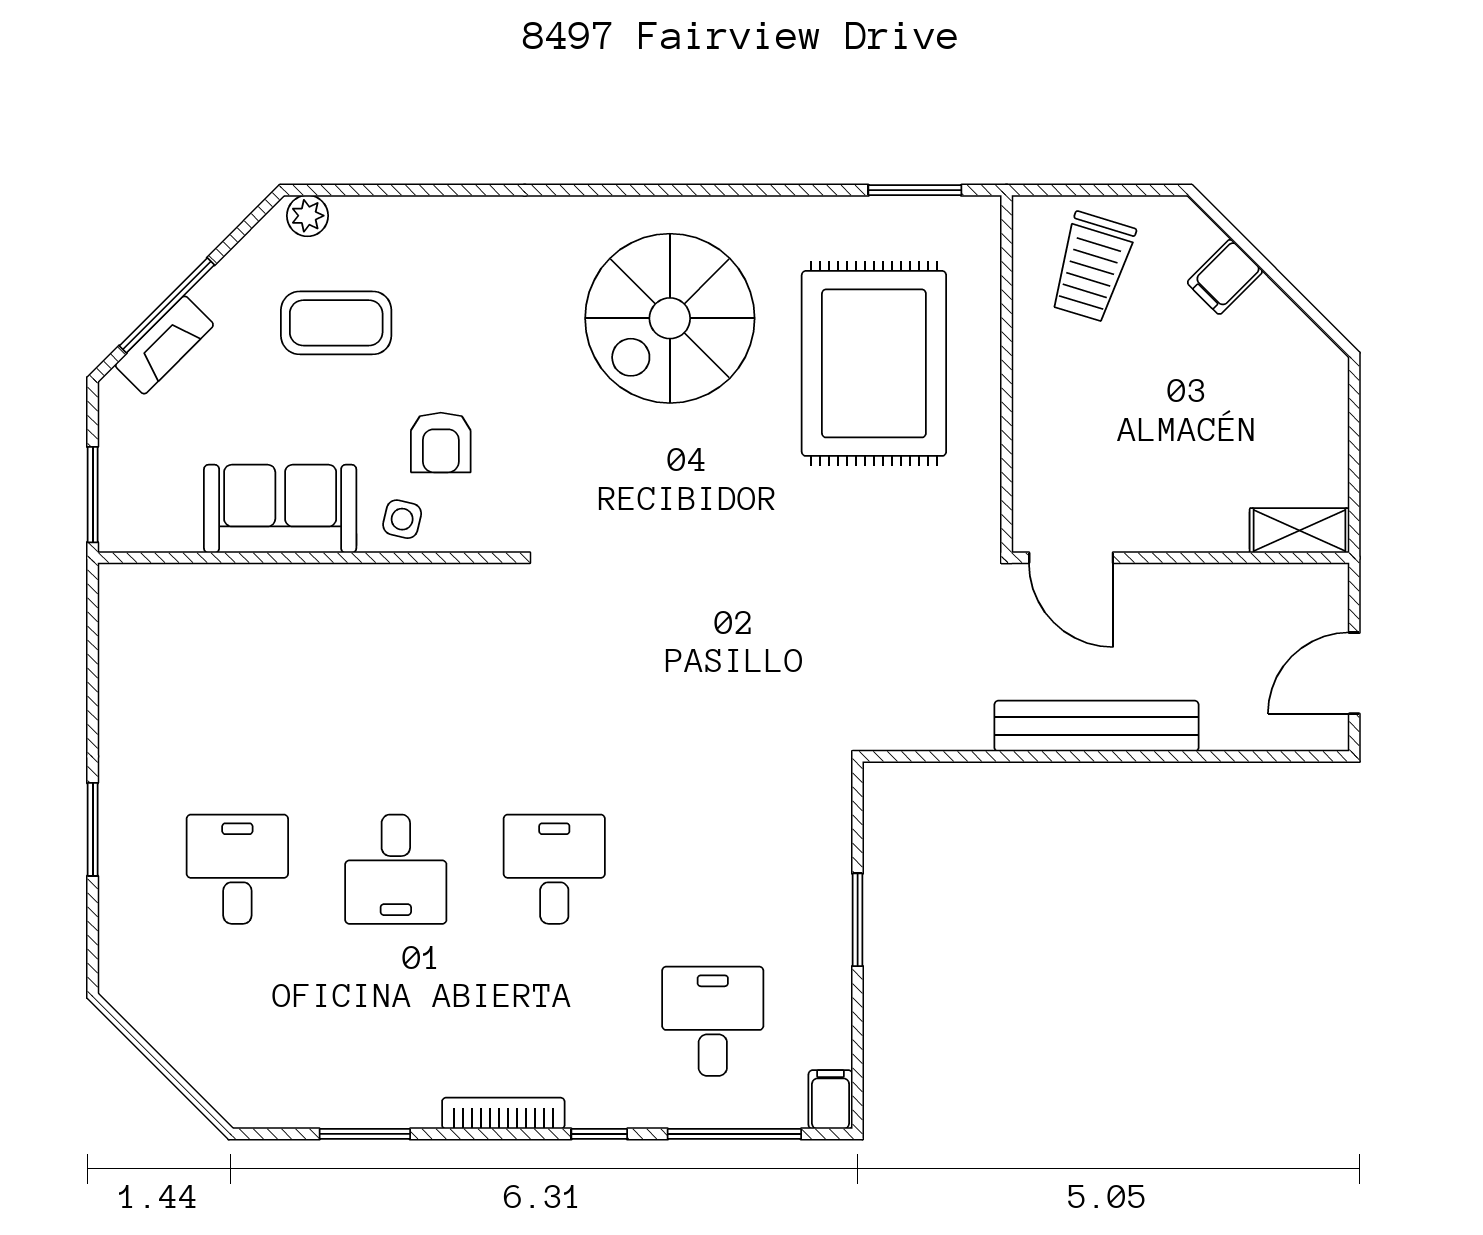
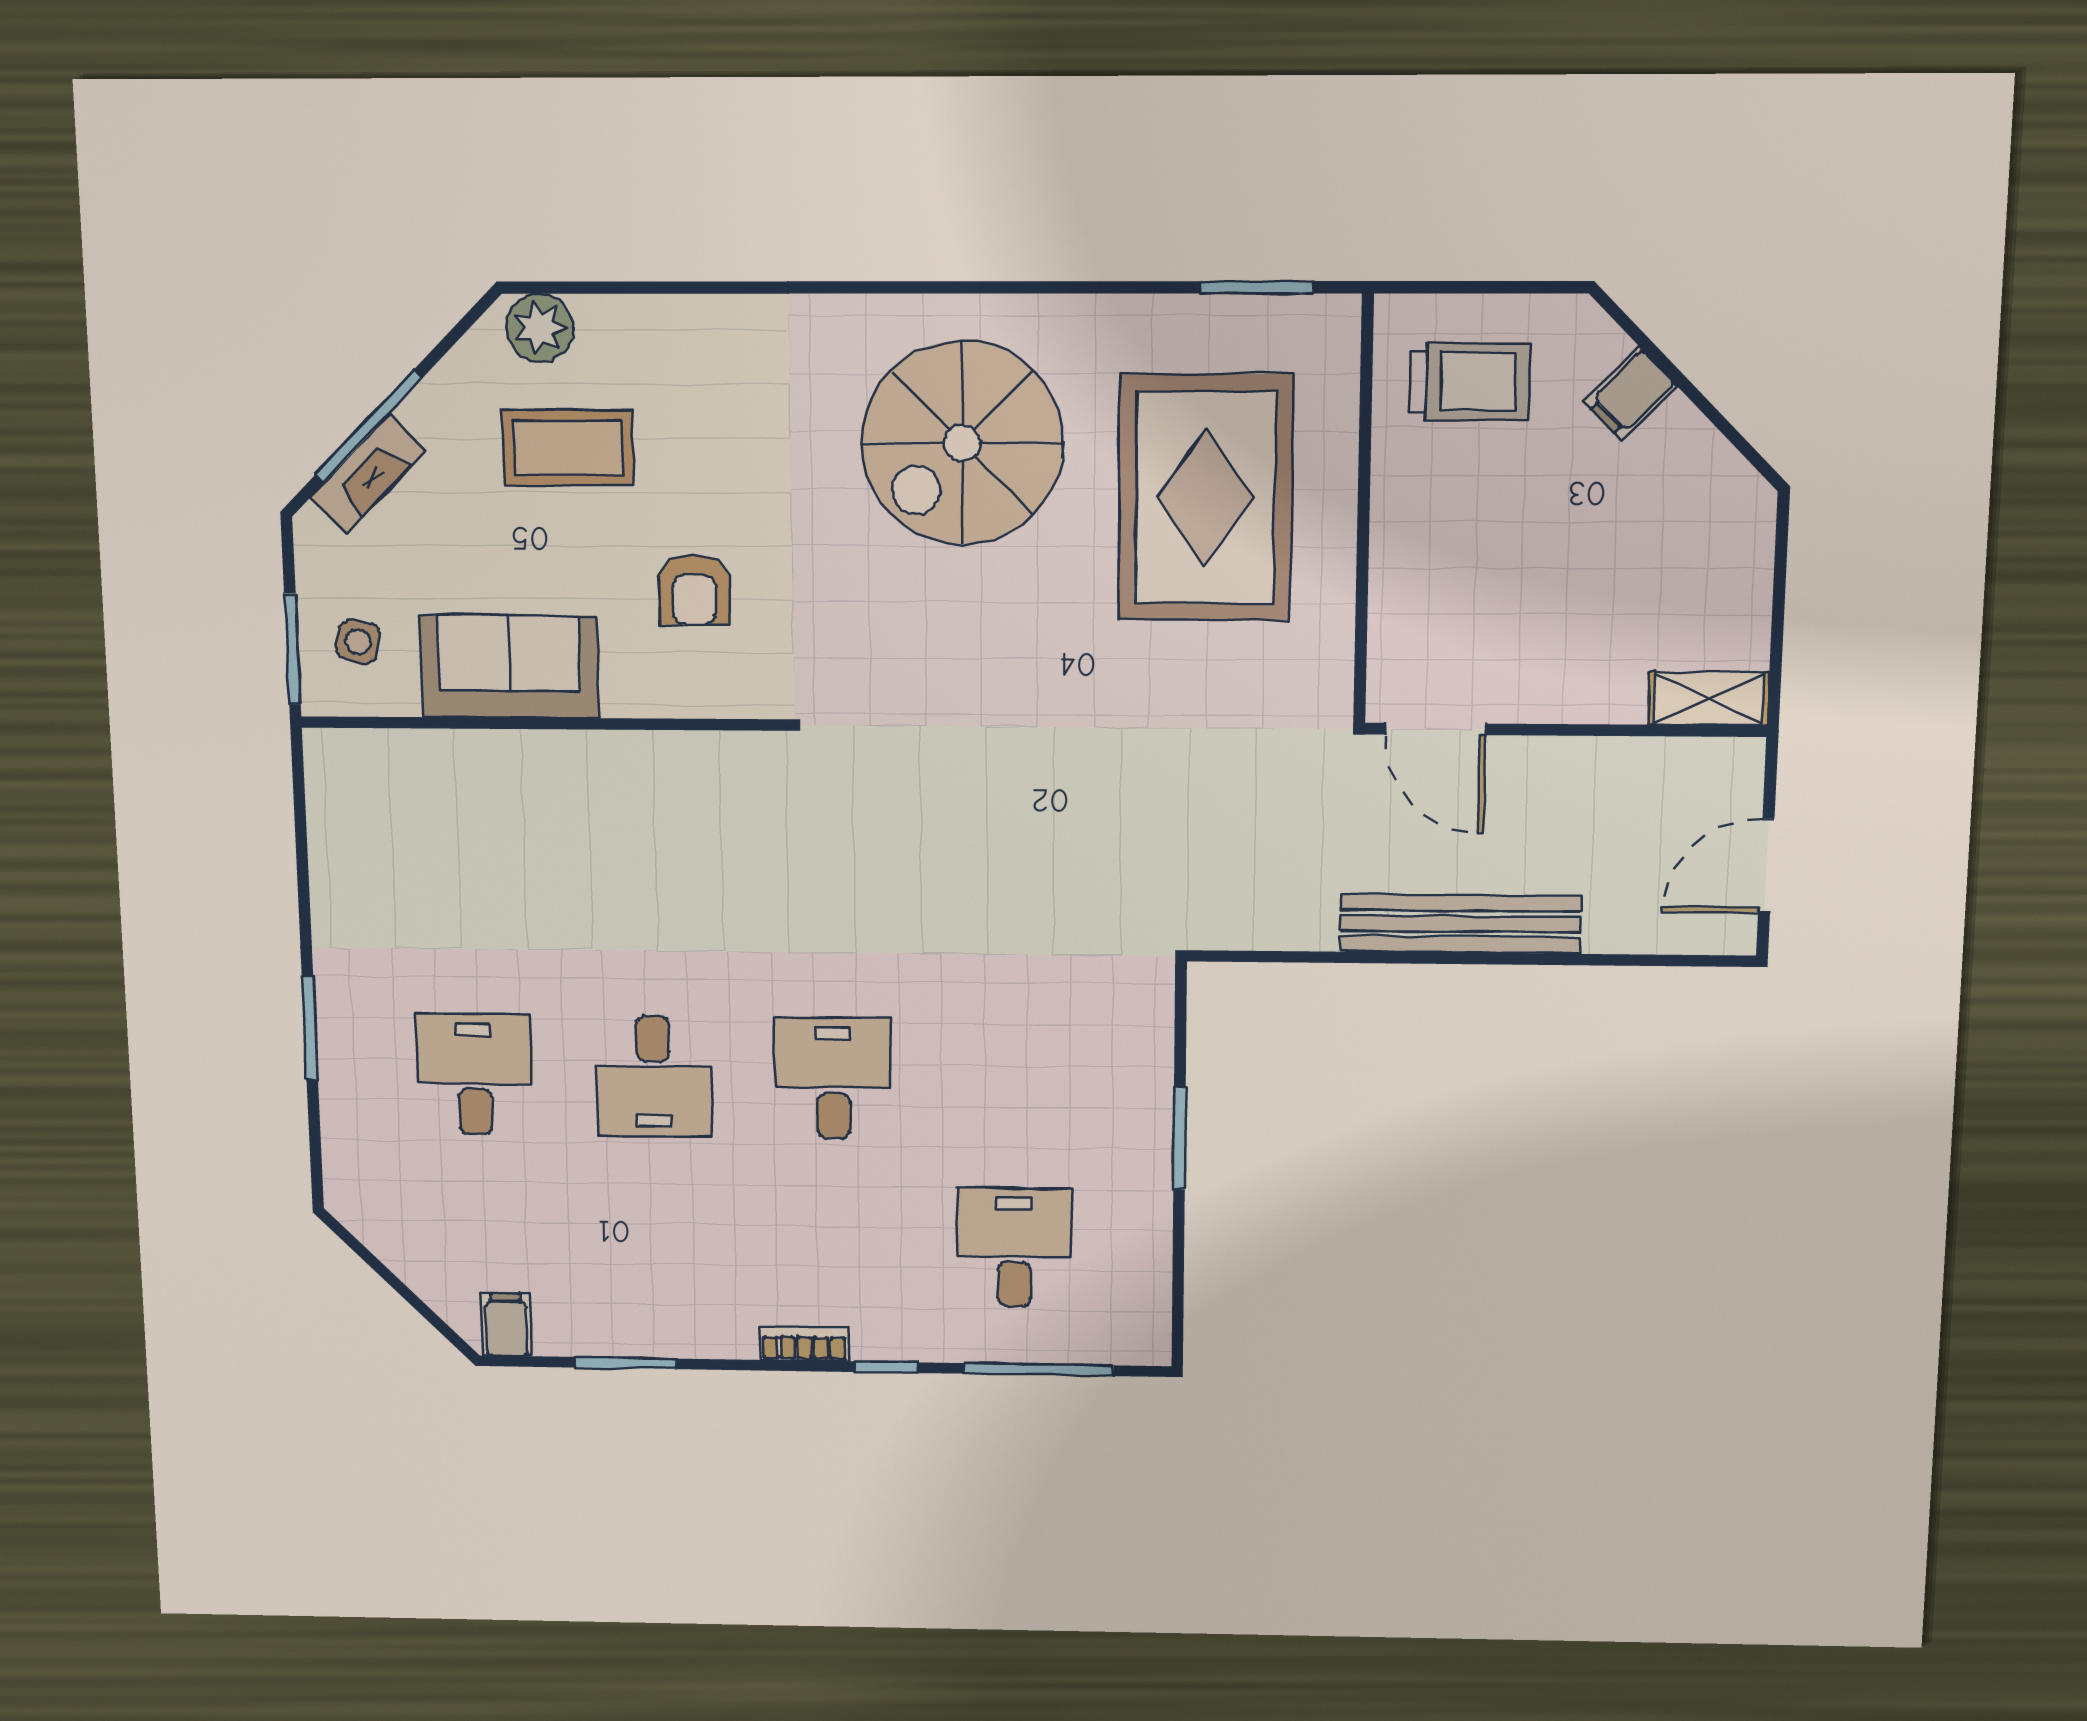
plant: (307, 216) -> (540, 328), width x1.38, depth x1.38
trolley: (1092, 267) -> (1470, 382), turned -107
side table: (402, 519) -> (358, 642), moved
filing cabinet: (831, 1100) -> (506, 1325), moved
bookcase: (503, 1113) -> (804, 1344), width x0.64

